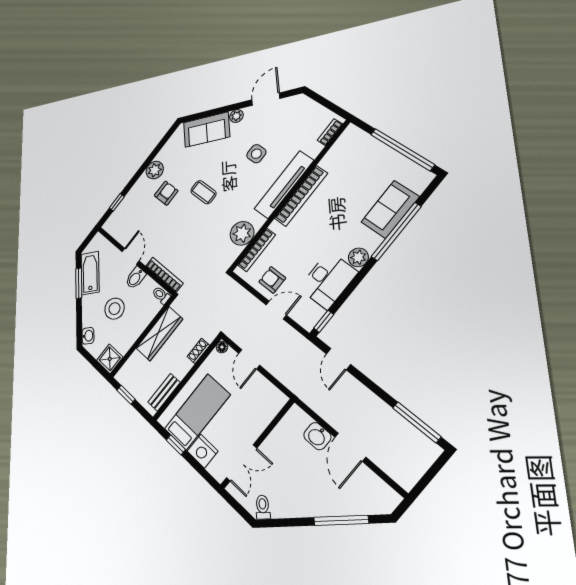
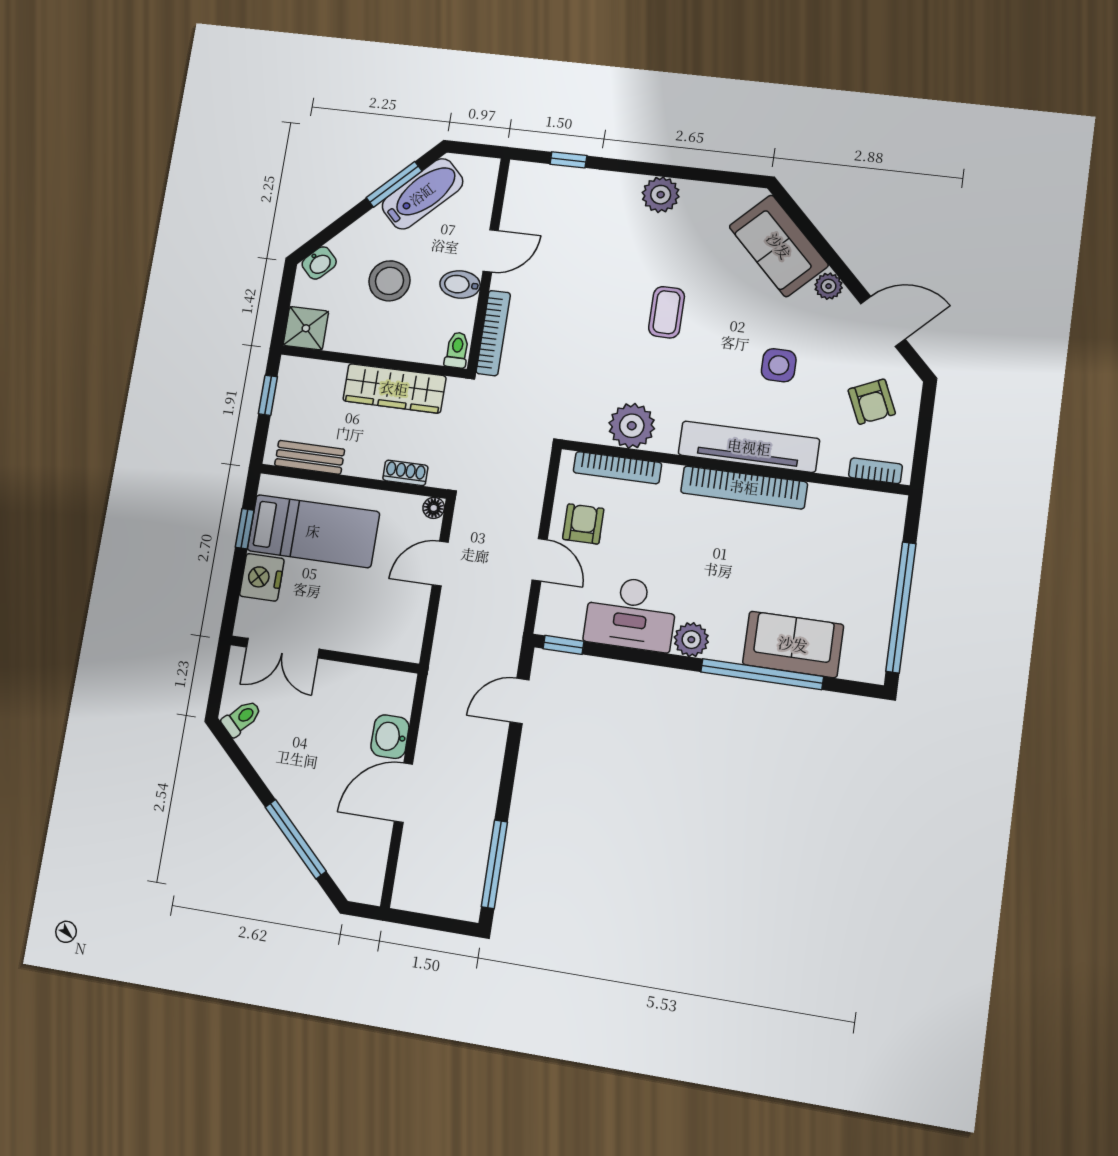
armchair: (166, 193) -> (872, 402), moved, turned 66

